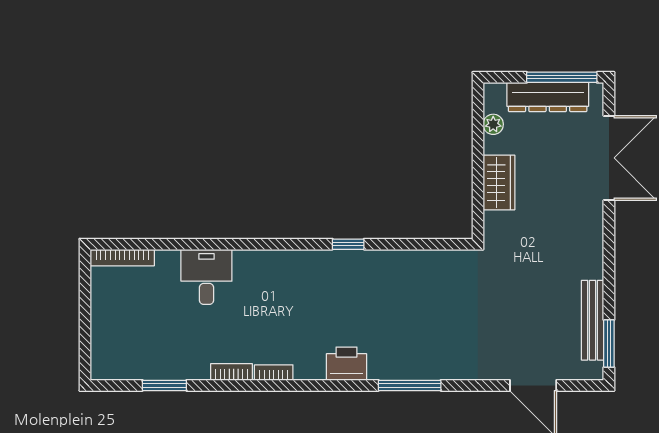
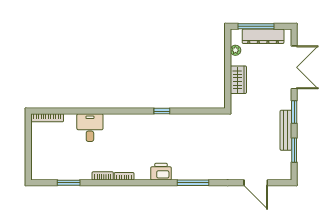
window: (562, 77) -> (256, 26), moved
window: (609, 246) -> (294, 112), added
bench: (593, 320) -> (286, 130), moved
window: (609, 344) -> (294, 150), moved

